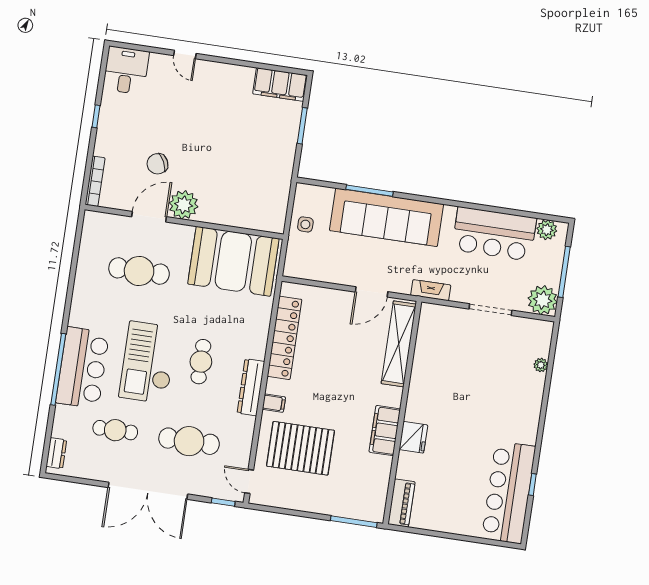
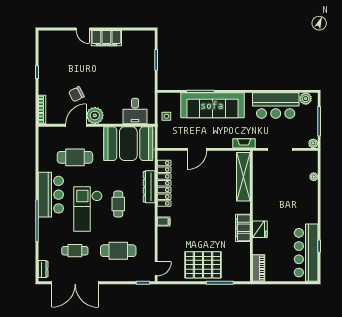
desk: (126, 70) -> (135, 111), moved, turned 180
filing cabinet: (280, 85) -> (106, 38), moved
door: (372, 292) -> (197, 149), moved
plant: (543, 300) -> (313, 143), width x0.53, depth x0.53
shelving: (399, 344) -> (243, 177), moved
bar counter: (83, 368) -> (51, 195), moved
dresser: (251, 387) -> (149, 187), moved
wall: (402, 413) -> (251, 216), moved
filing cabinet: (385, 431) -> (243, 228), moved
fridge: (413, 437) -> (260, 229), moved
pallet: (300, 448) -> (203, 265), moved
door: (249, 481) -> (156, 269), swing flipped
double door: (148, 491) -> (75, 283), moved
piano: (401, 503) -> (259, 268), moved

